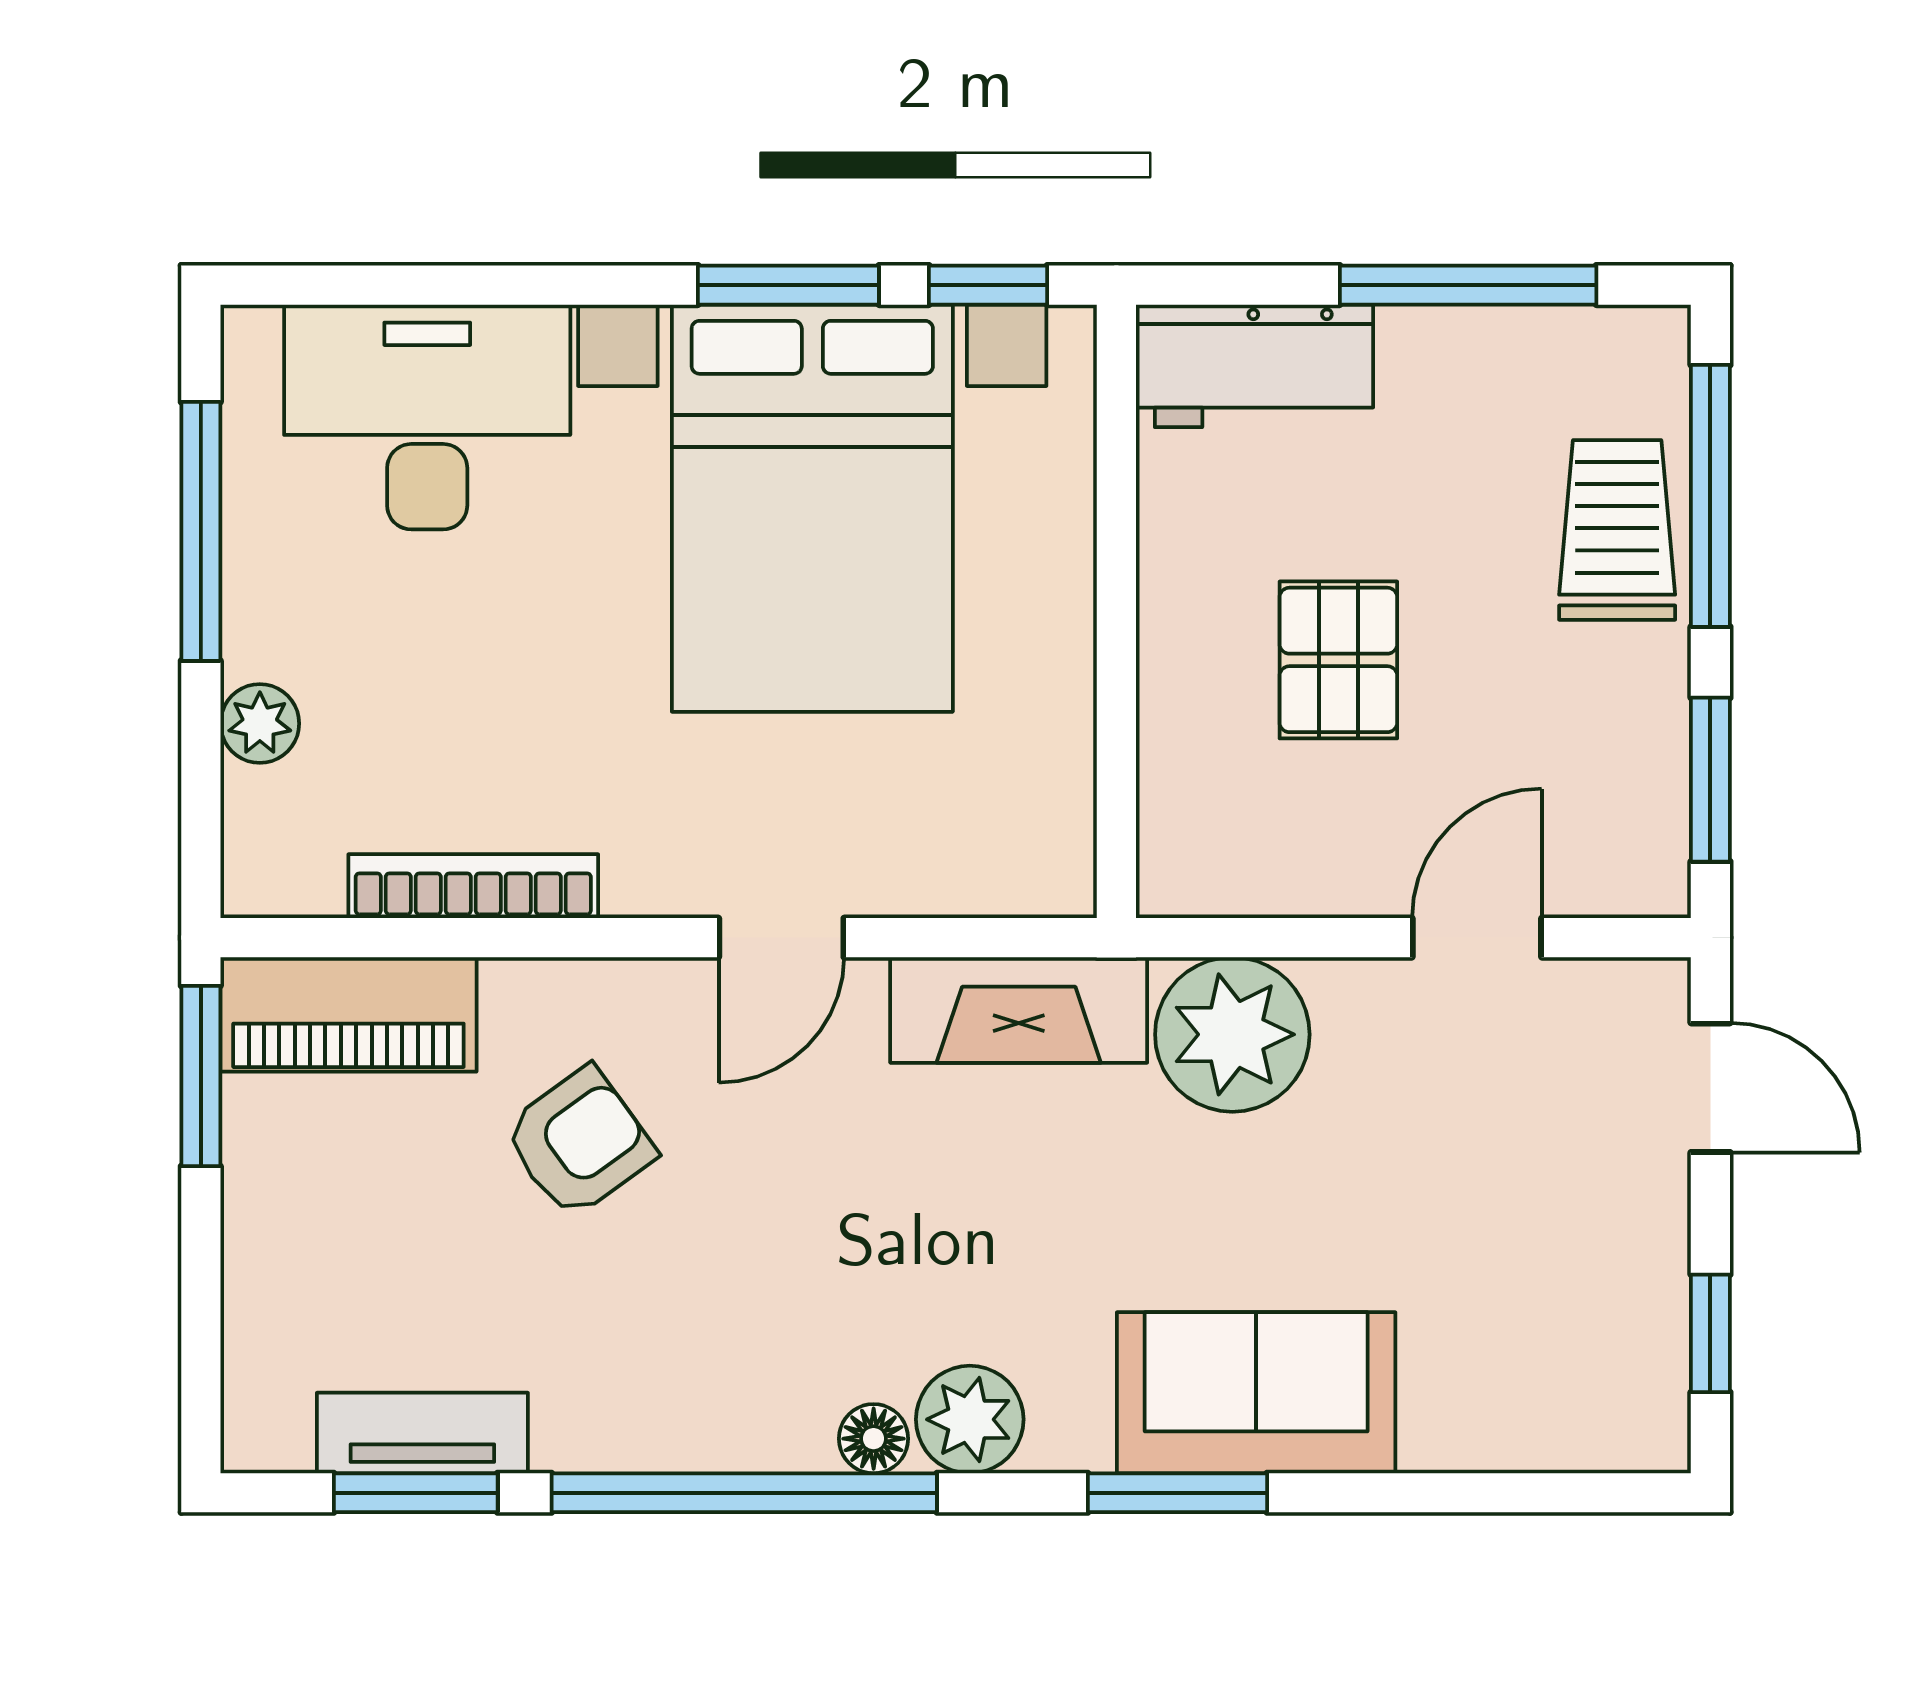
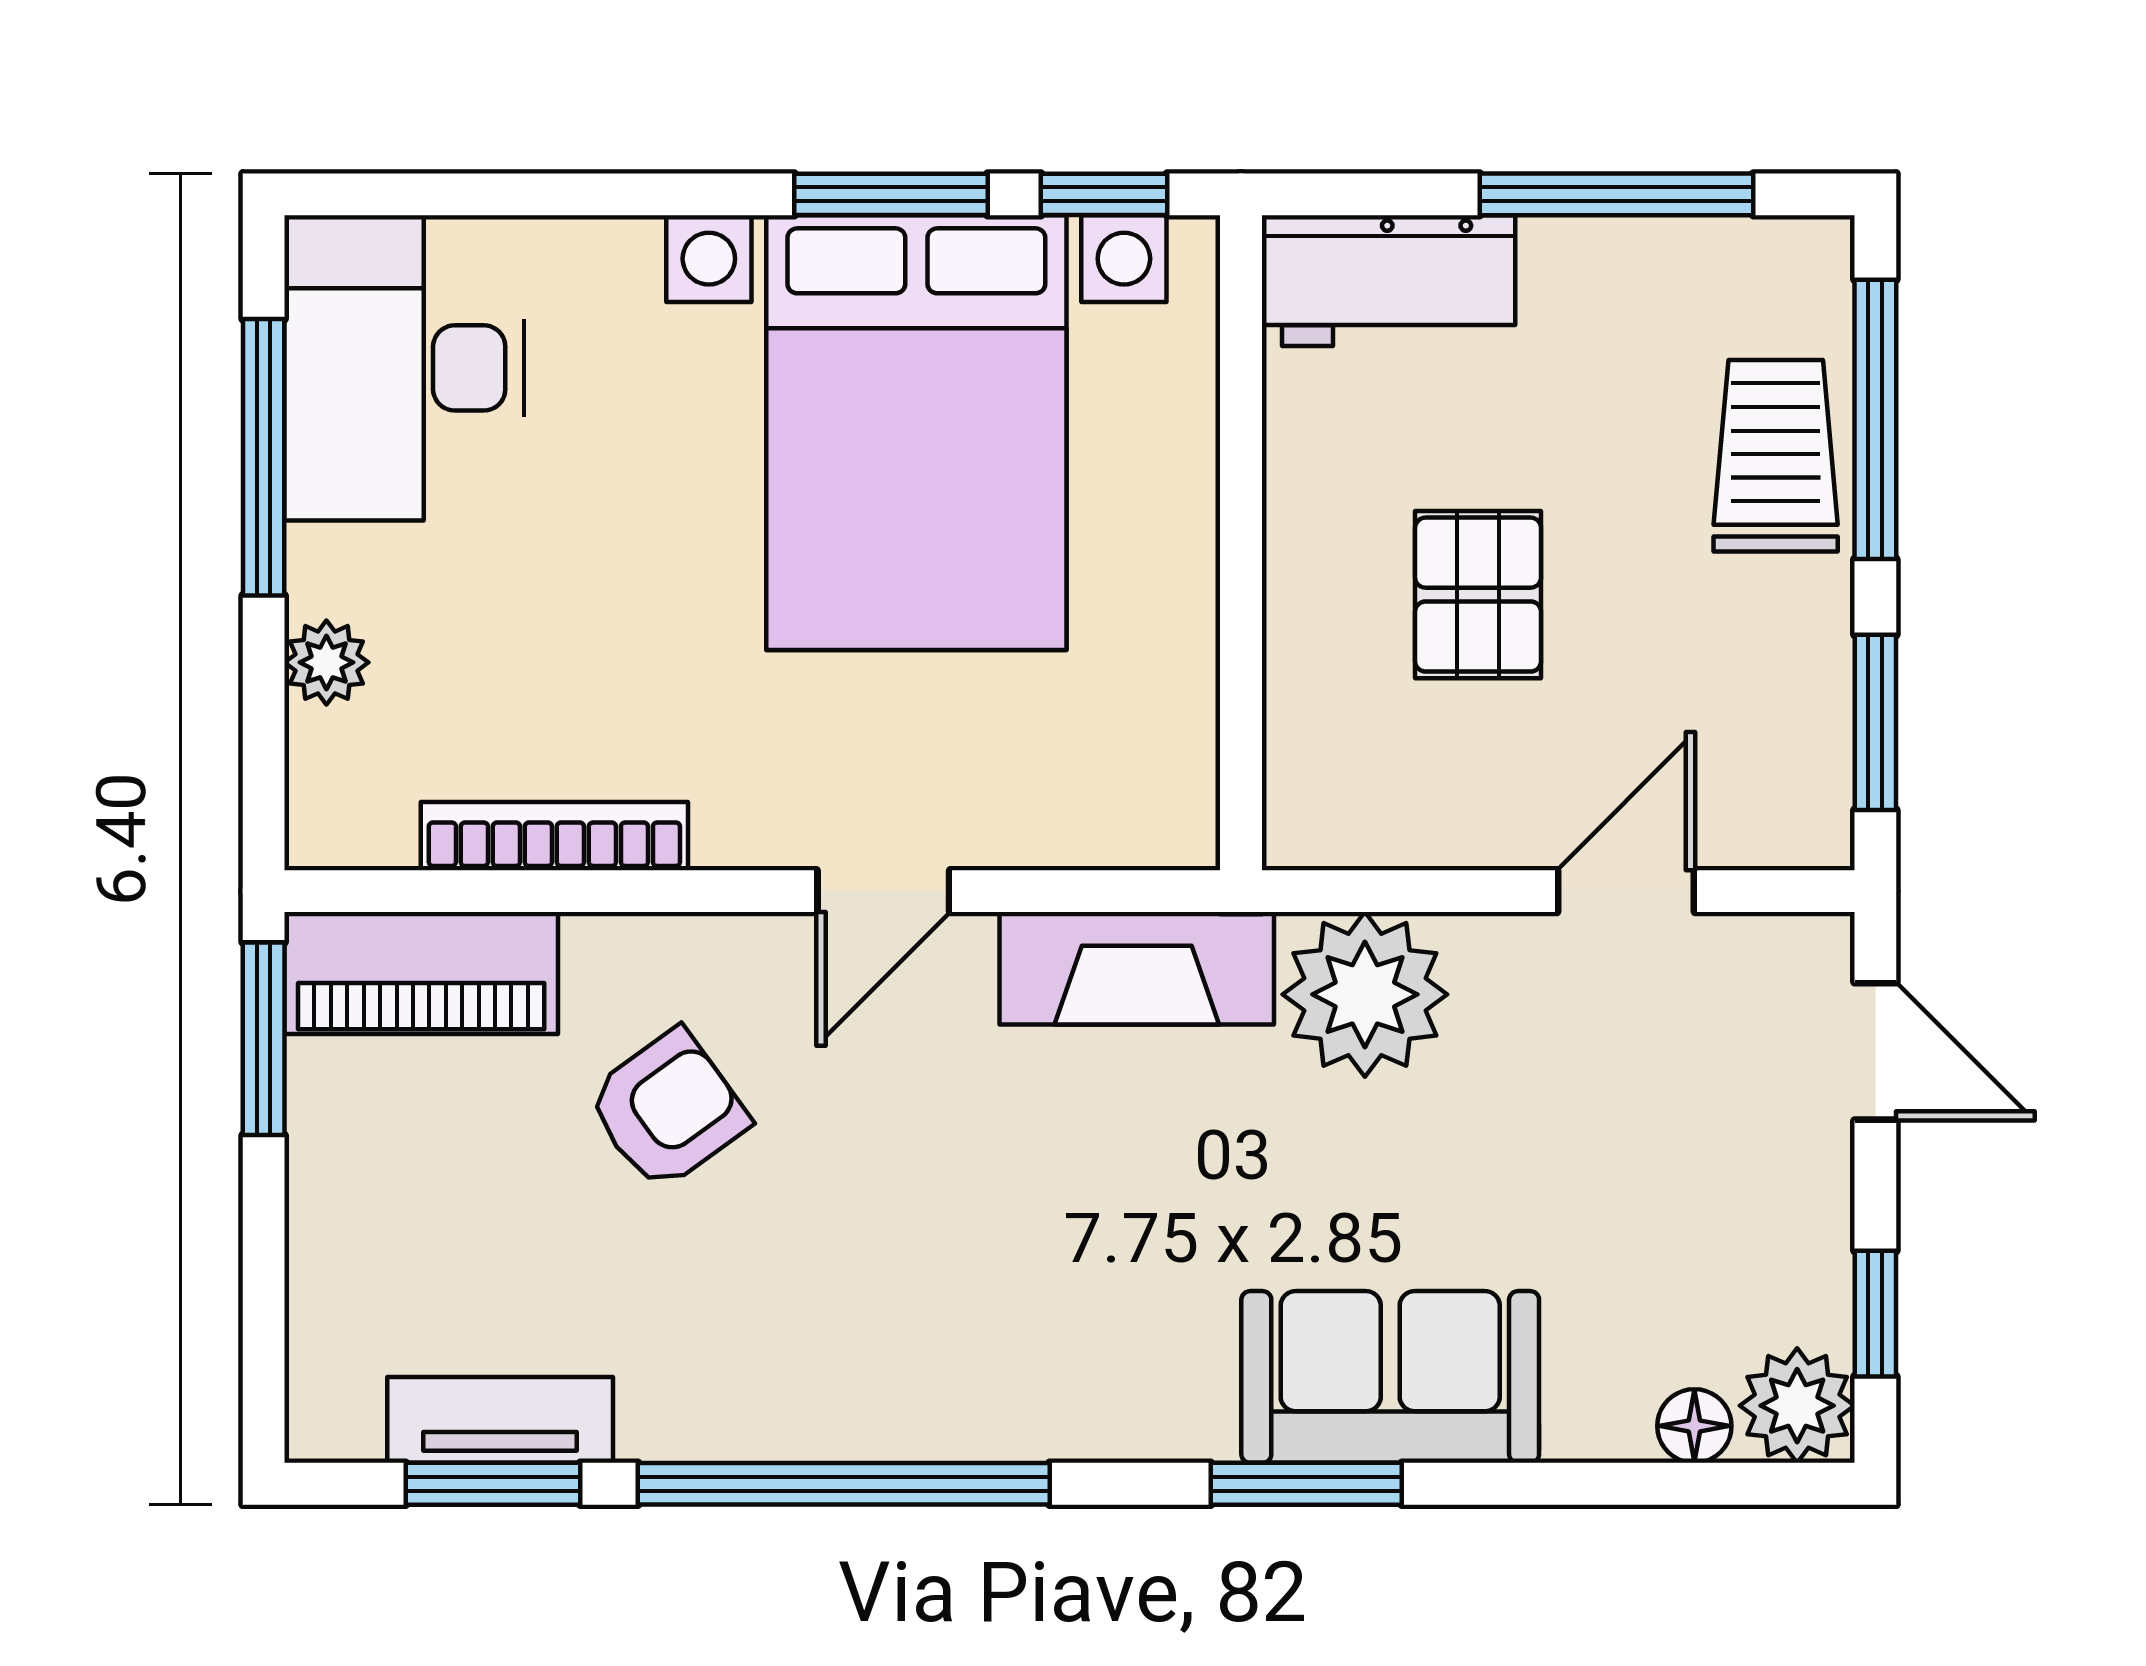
desk: (427, 417) -> (404, 368), moved, turned -90
plant: (970, 1419) -> (1797, 1406), moved
floor lamp: (874, 1439) -> (1694, 1426), moved

